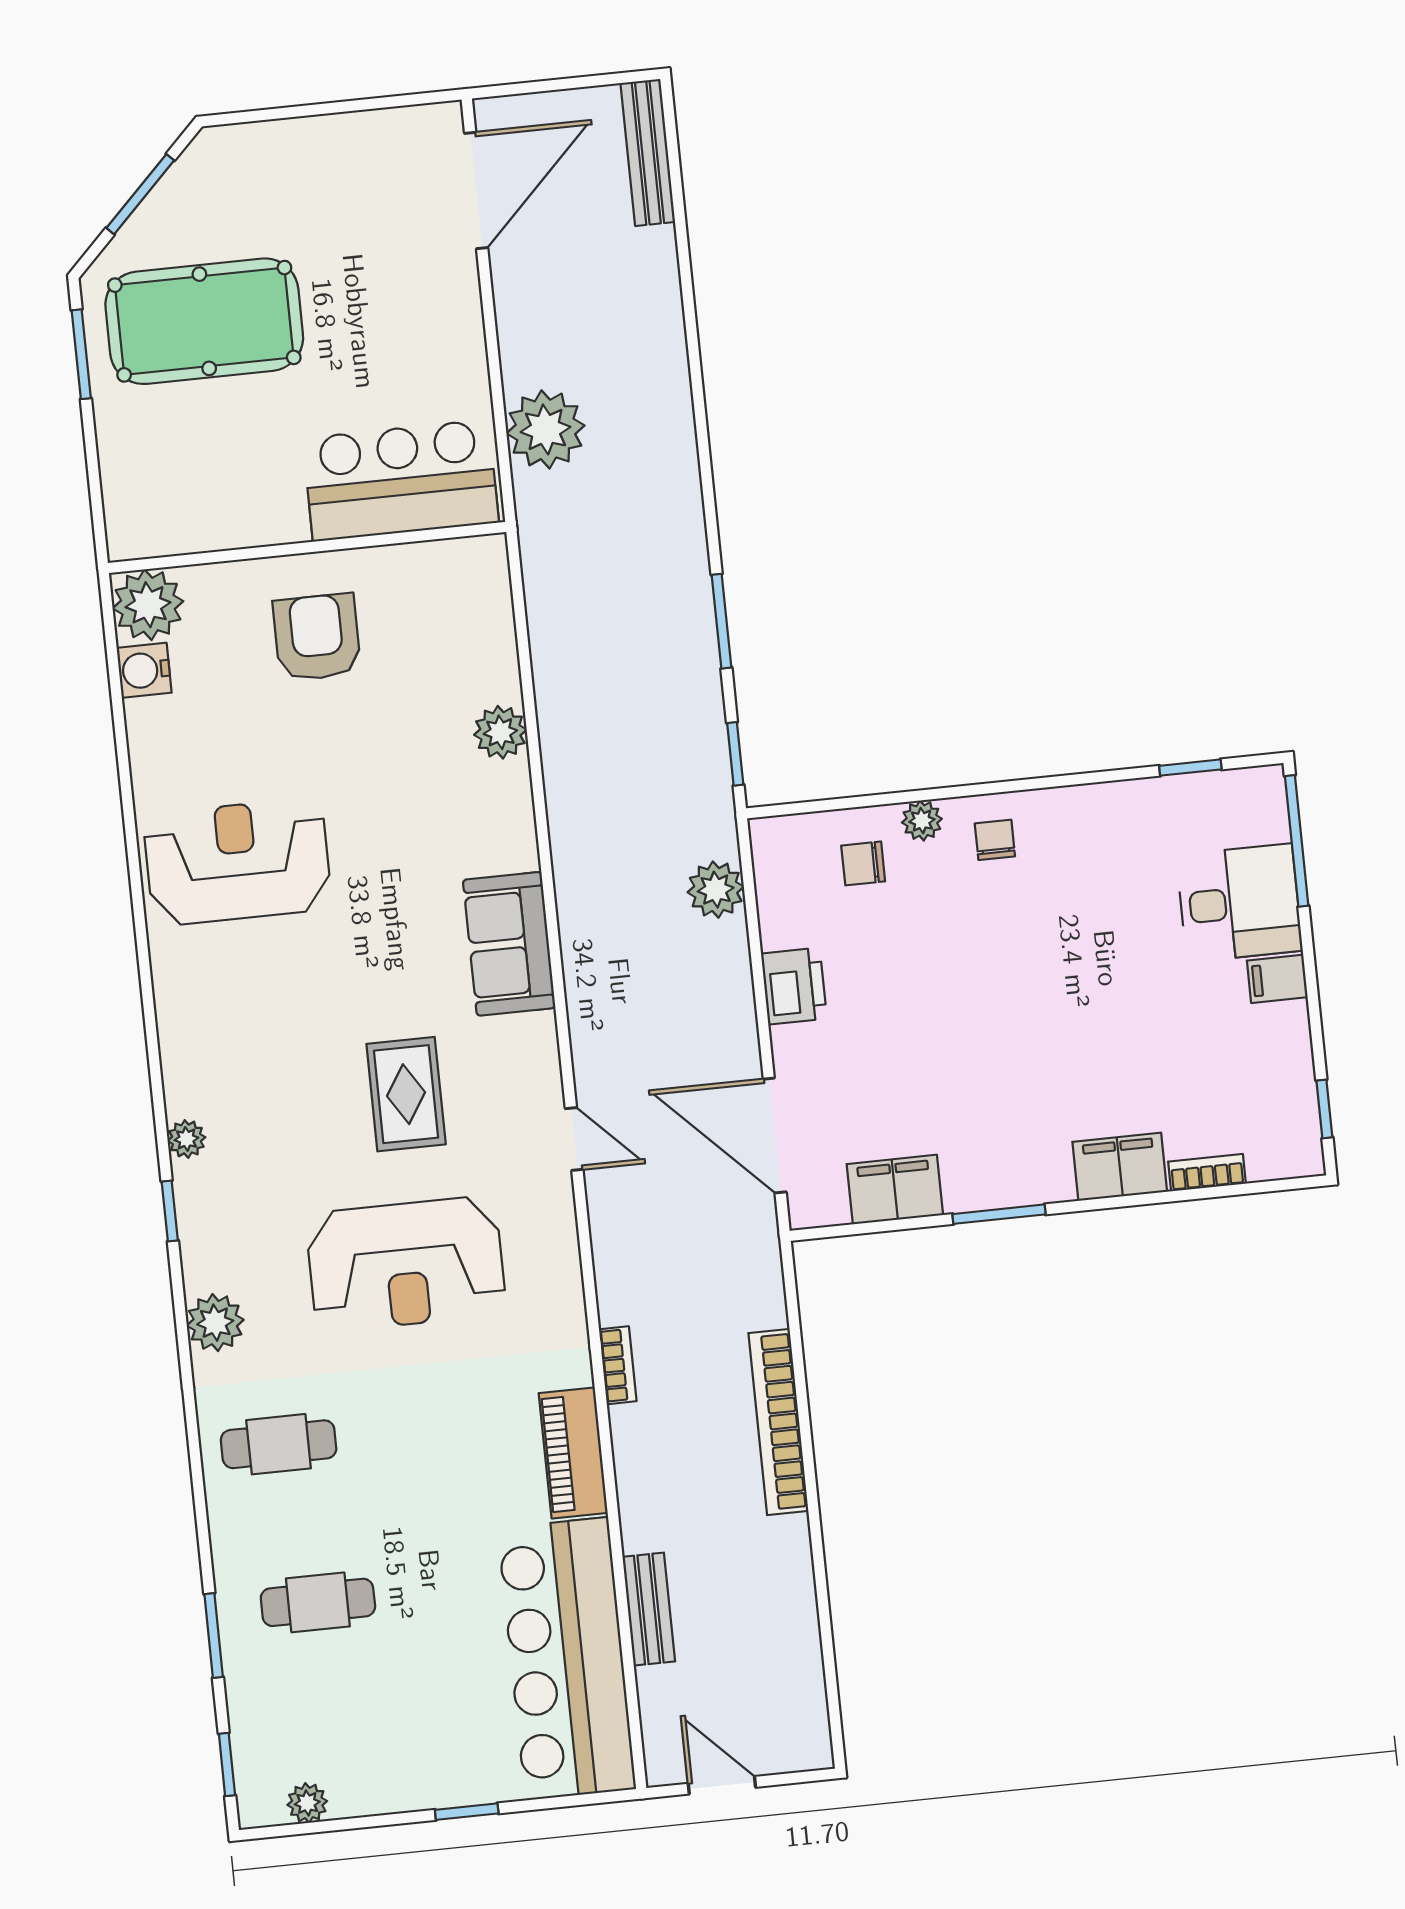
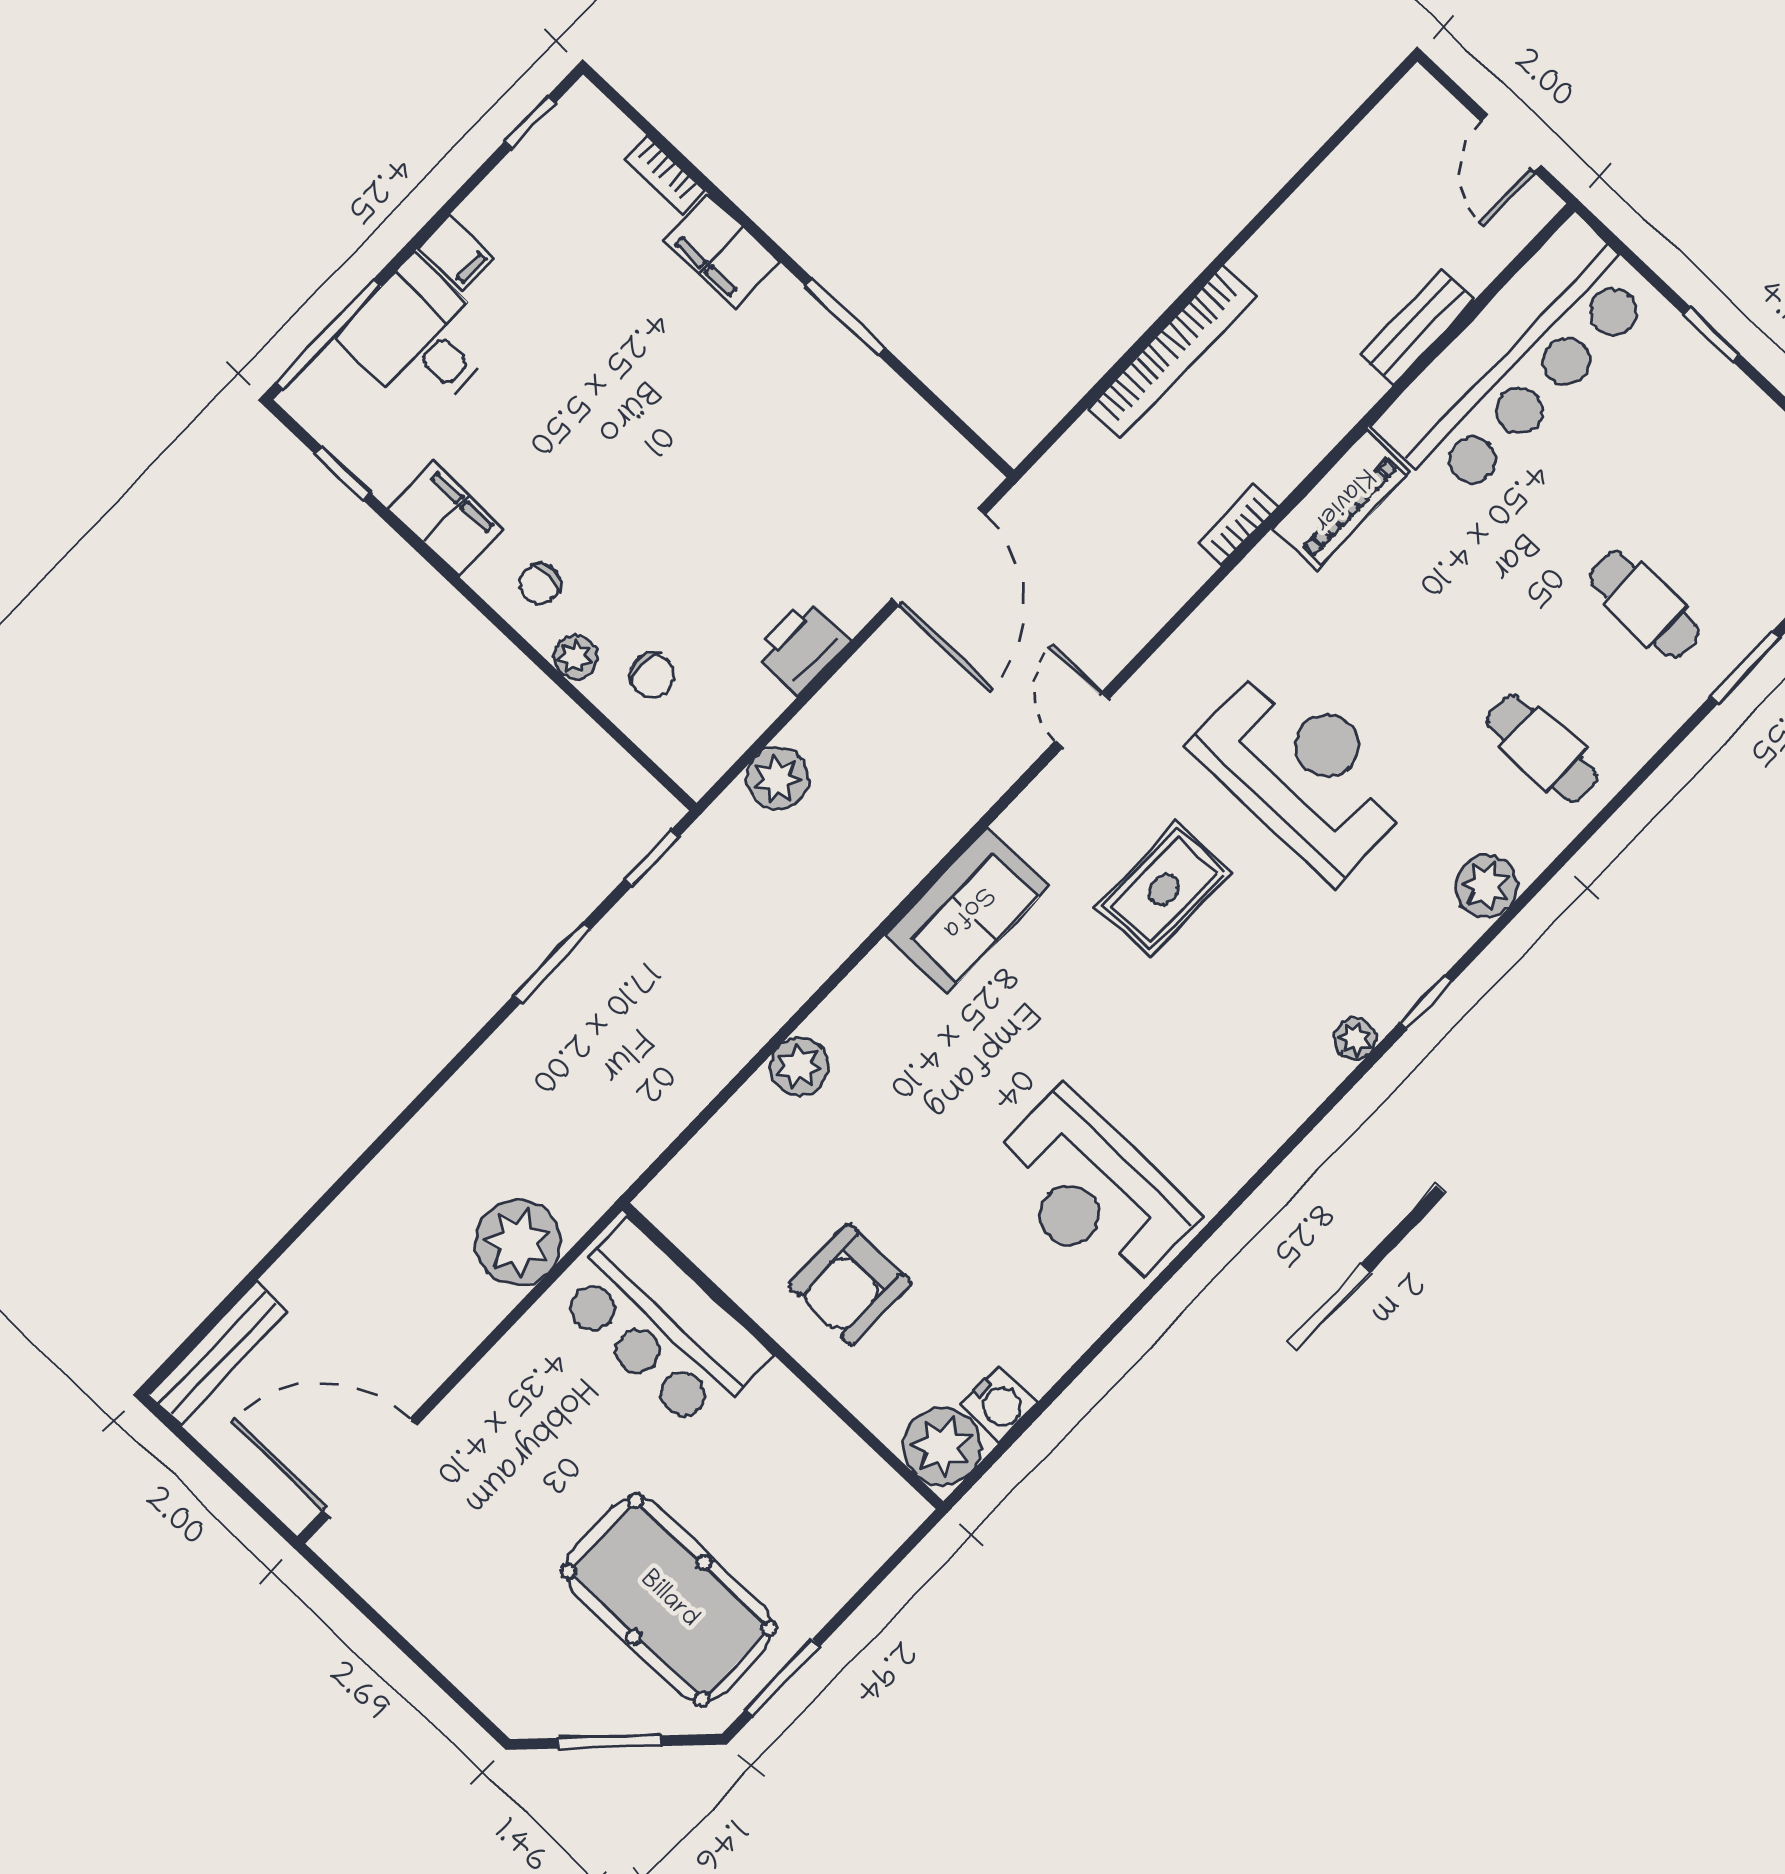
filing cabinet: (895, 1190) -> (446, 519), moved, turned 180

